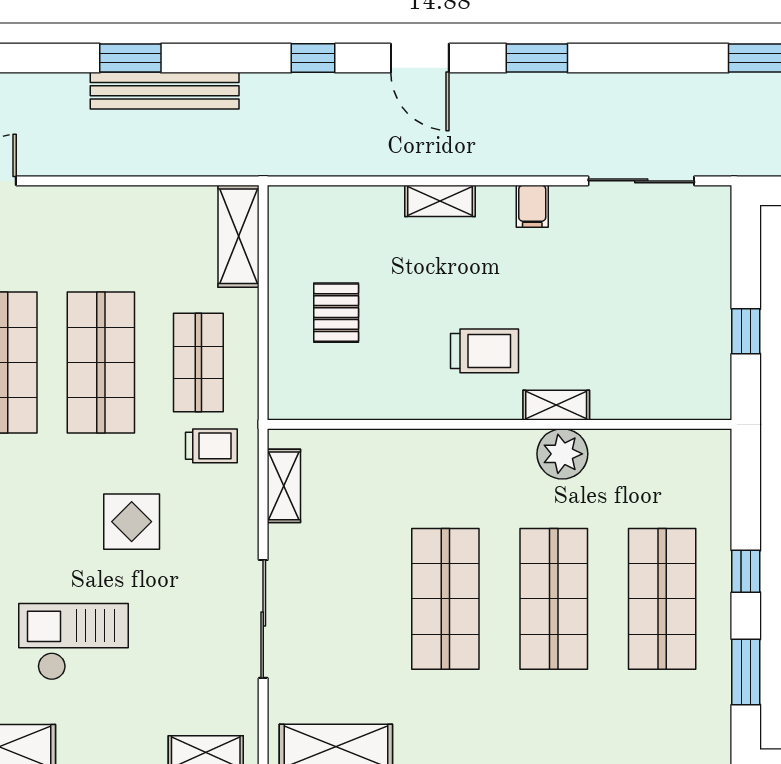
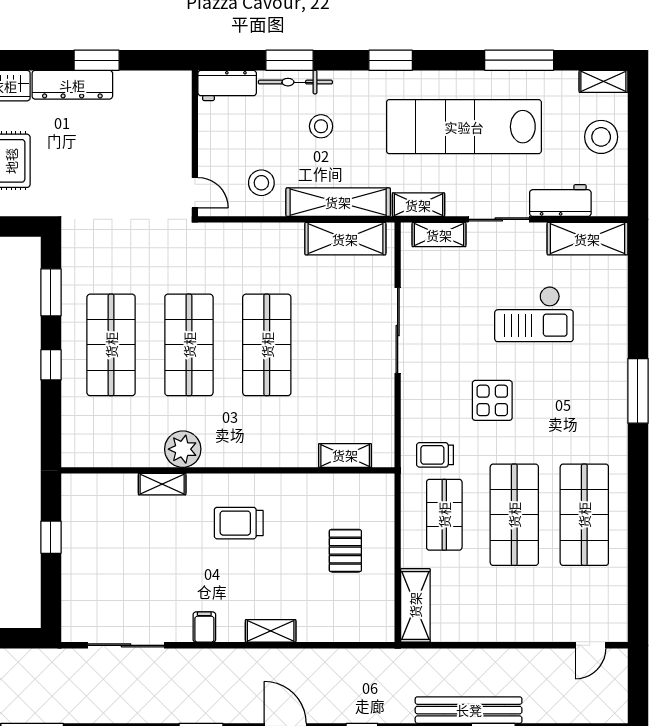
shelving: (556, 405) -> (162, 484), moved
shelving: (284, 486) -> (345, 455), moved, turned 90

